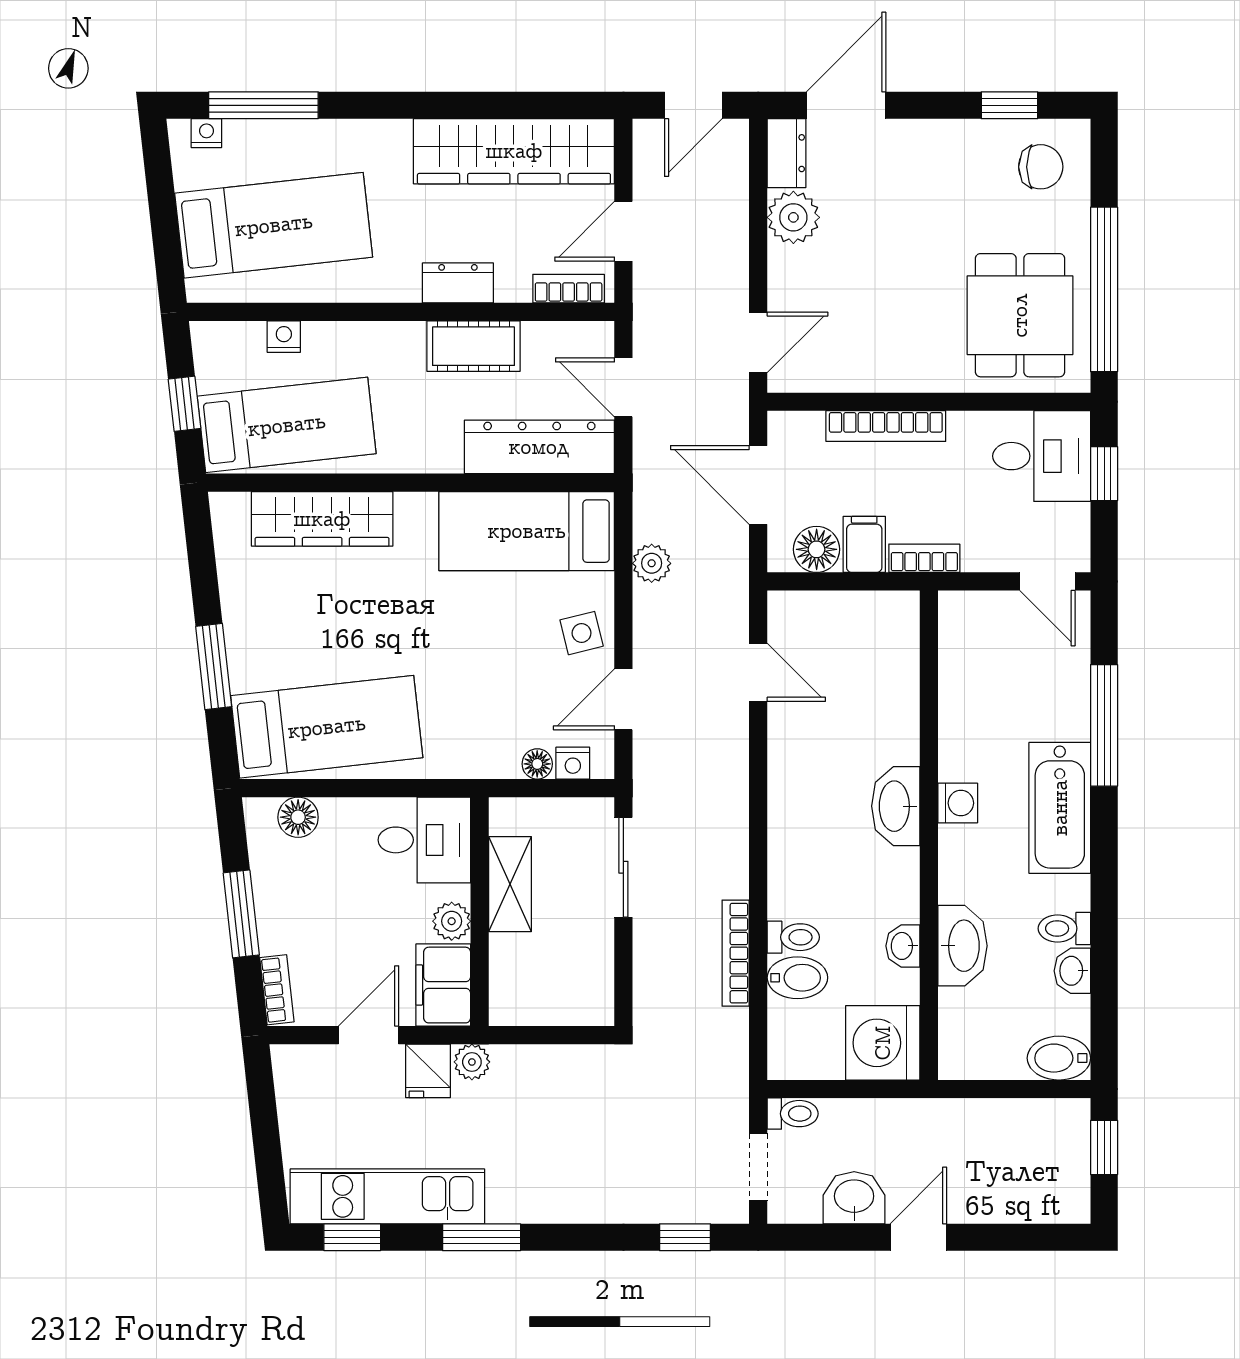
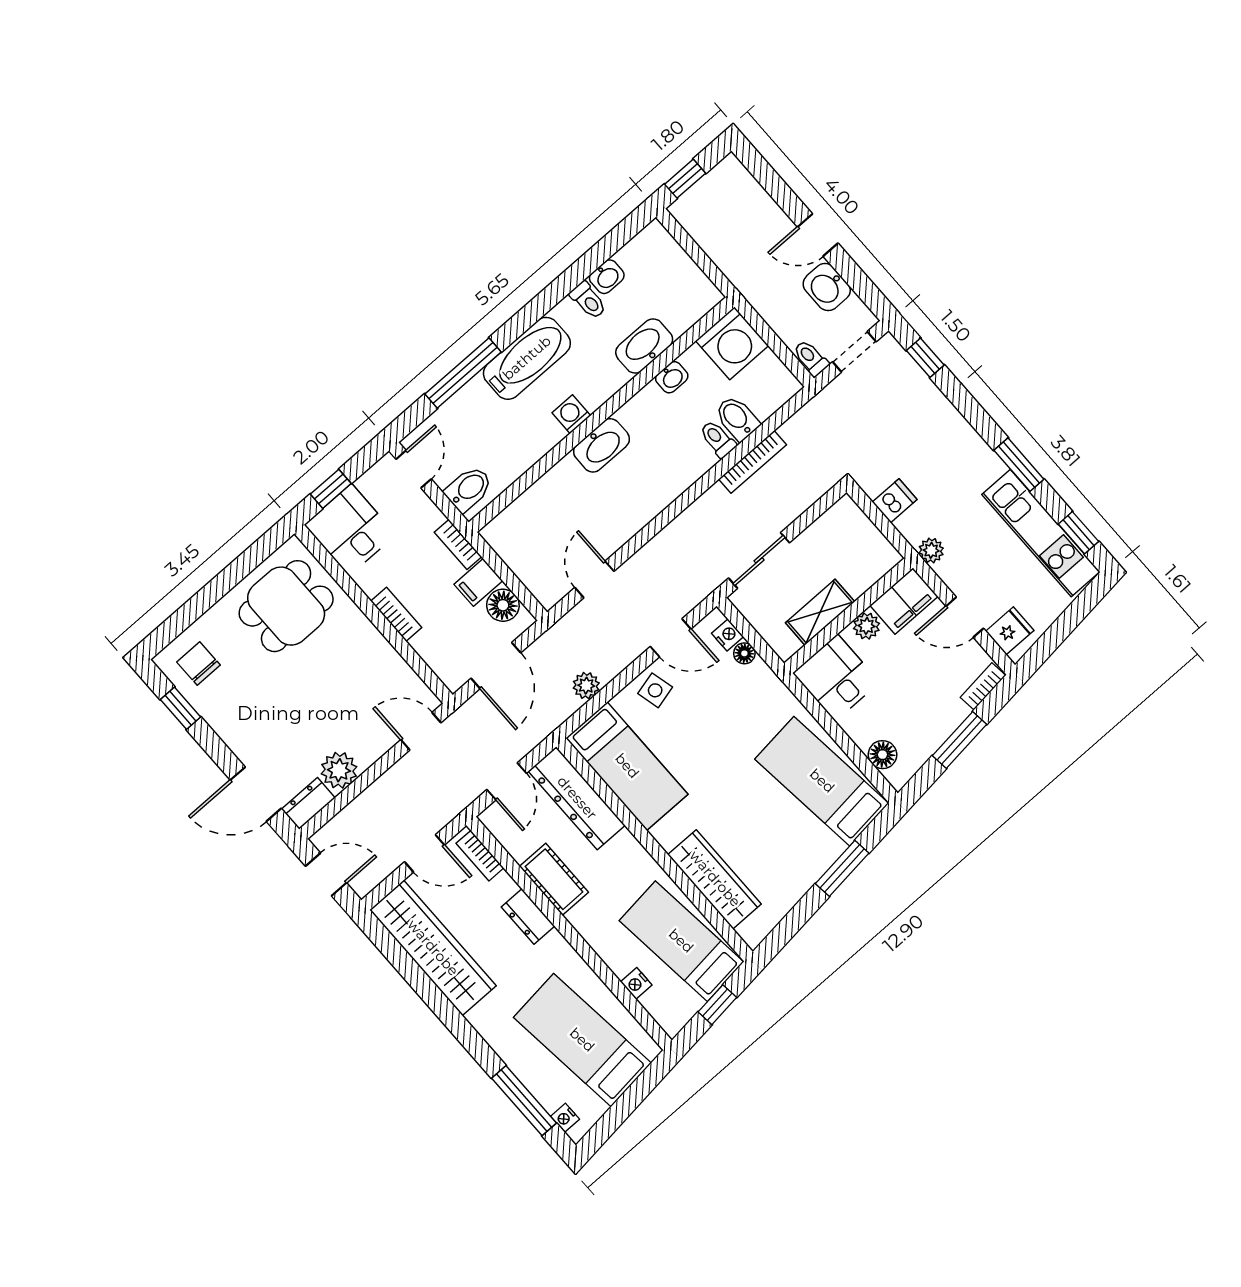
window: (1104, 289) -> (234, 574), removed
bookcase: (886, 426) -> (396, 614), width x0.64
bidet: (1059, 1058) -> (469, 489), moved, turned -90
dishwasher: (560, 1070) -> (895, 501), added
fridge: (428, 1071) -> (1010, 631), moved

